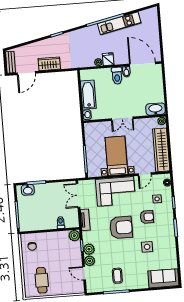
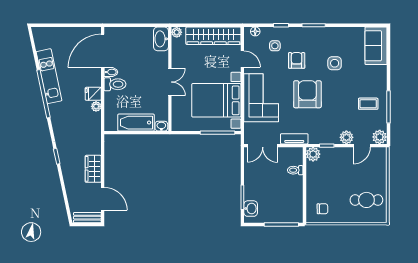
bed with nightstands: (117, 156) -> (216, 100), width x1.36
plant: (89, 249) -> (380, 137), moved

